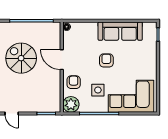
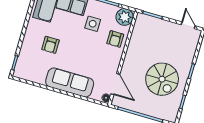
sofa: (120, 31) -> (70, 83), moved
door: (62, 60) -> (115, 84), moved
armchair: (106, 60) -> (50, 45), moved

